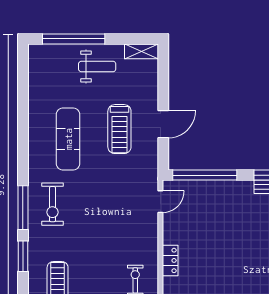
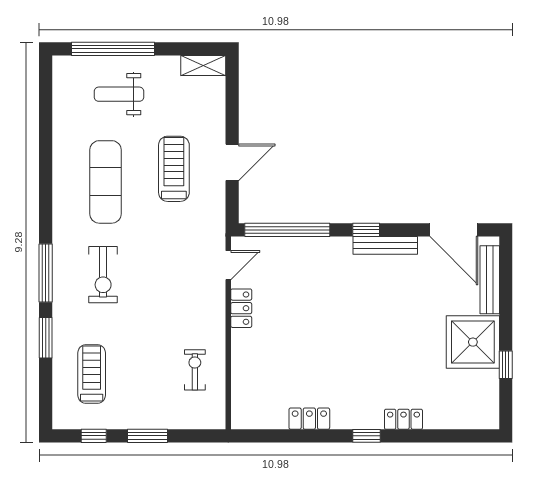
weight bench: (97, 67) -> (119, 94), moved, turned 180
treadmill: (119, 129) -> (174, 169), turned 180
exercise bike: (52, 204) -> (103, 275), moved
locker: (170, 260) -> (241, 308), moved

